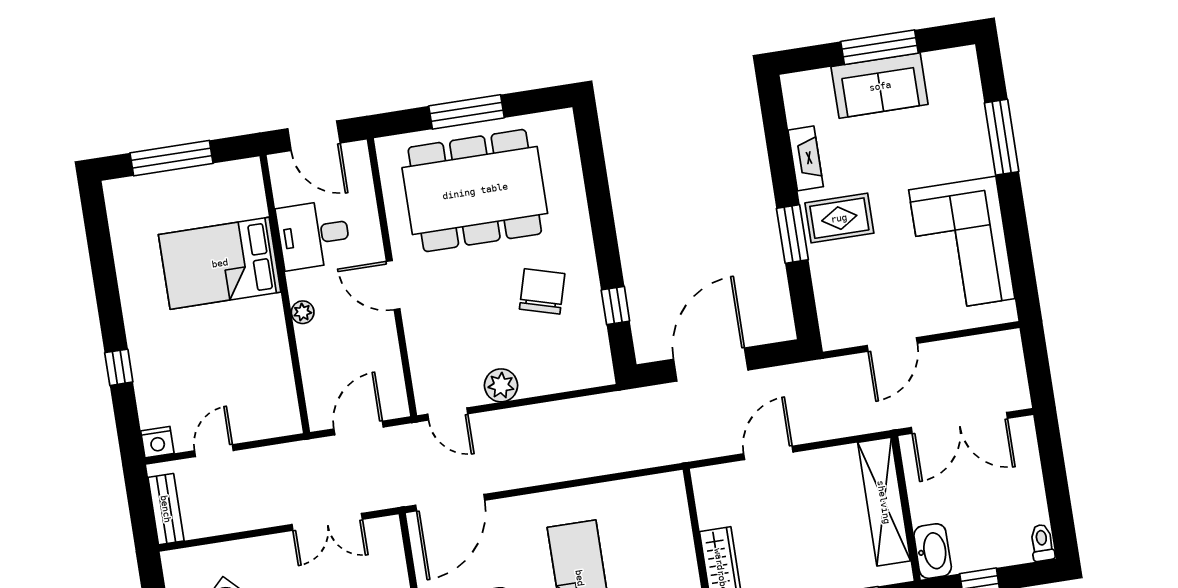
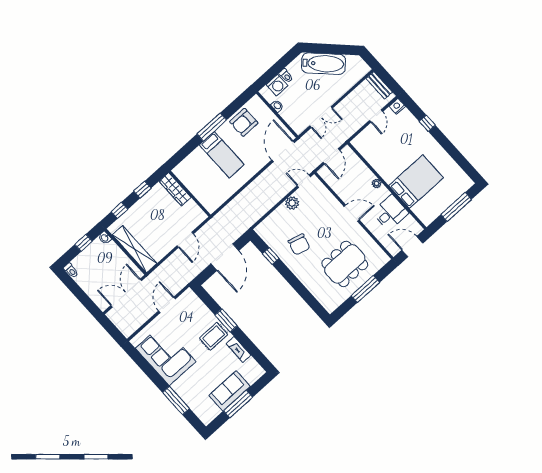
dining table: (475, 191) -> (345, 264), width x0.73, depth x0.80
double door: (327, 522) -> (321, 117), swing flipped
washbasin: (933, 551) -> (105, 238), width x0.52, depth x0.69

